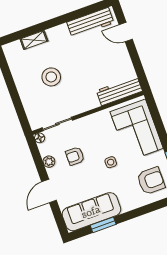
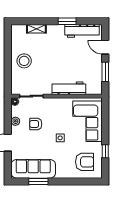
window: (68, 17) -> (67, 21), added
window: (137, 62) -> (105, 72), added
stool: (51, 77) -> (24, 61), moved
workbench: (119, 91) -> (69, 88), moved

